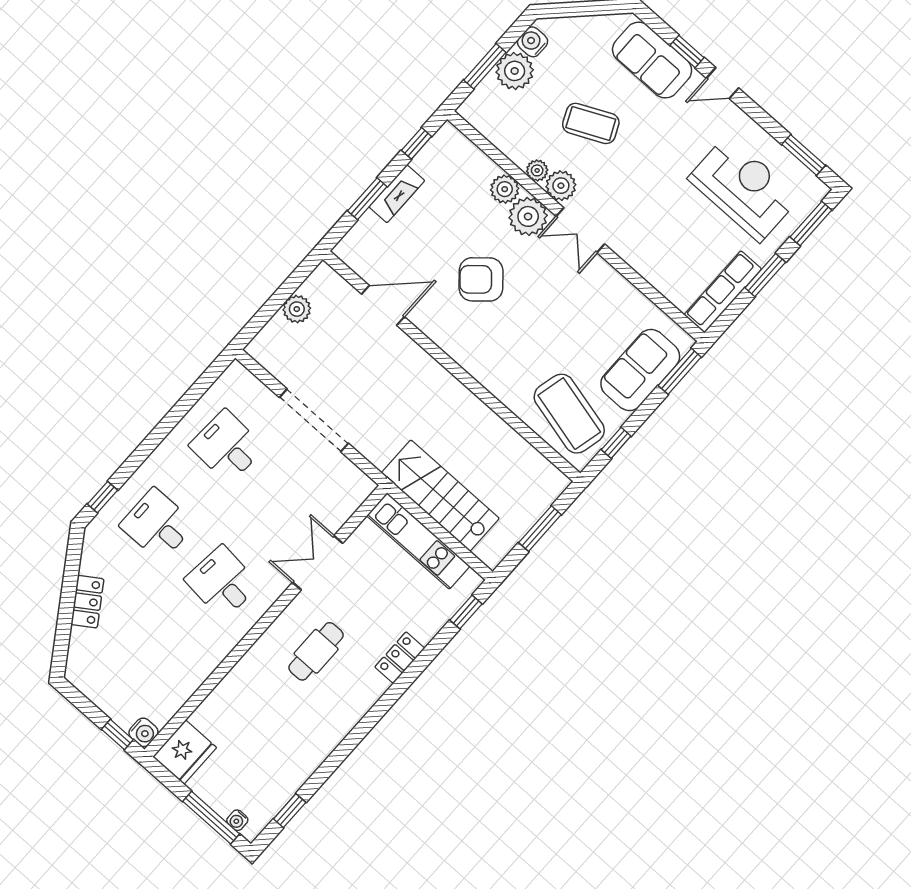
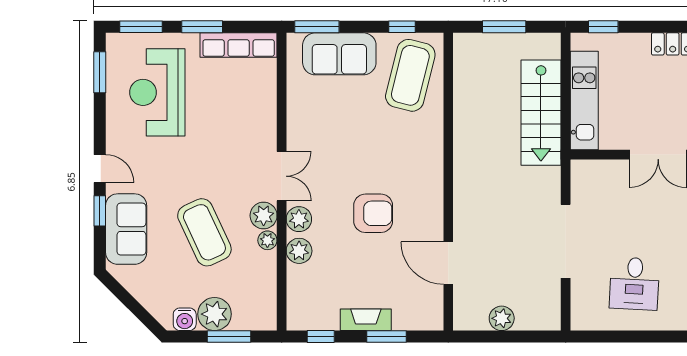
coffee table: (591, 123) -> (204, 232), width x1.36, depth x1.32
plant: (528, 216) -> (299, 219), width x0.73, depth x0.73
armchair: (481, 279) -> (373, 213), turned -49

